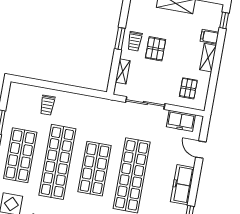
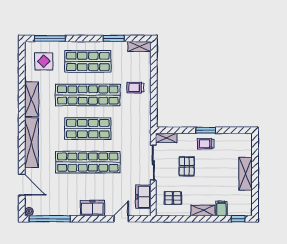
pallet: (156, 49) -> (187, 166), moved, turned 90
shelving: (123, 71) -> (166, 138), moved
shelving: (14, 95) -> (139, 46), added
trolley: (47, 105) -> (135, 88), moved
freezer: (182, 185) -> (92, 208), width x0.71

